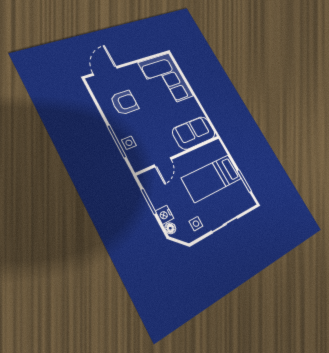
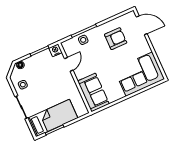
armchair: (124, 103) -> (116, 39), turned -90
door: (163, 162) -> (69, 64), swing flipped
bed: (212, 178) -> (53, 118), moved, turned 90
nightstand: (165, 215) -> (55, 50), moved

